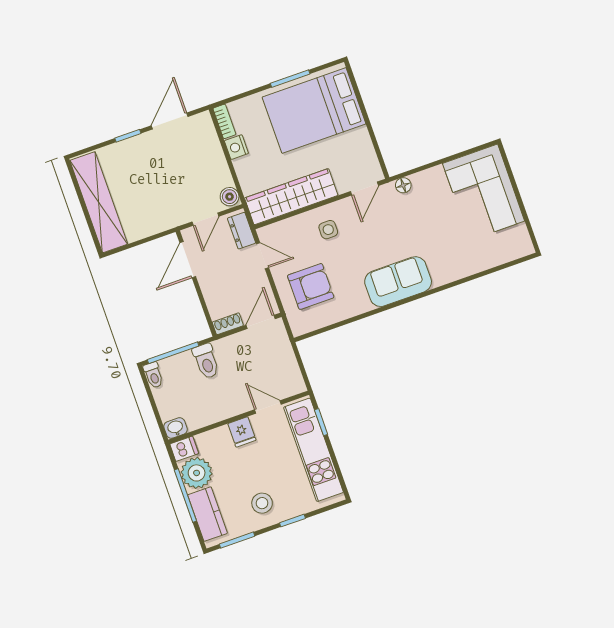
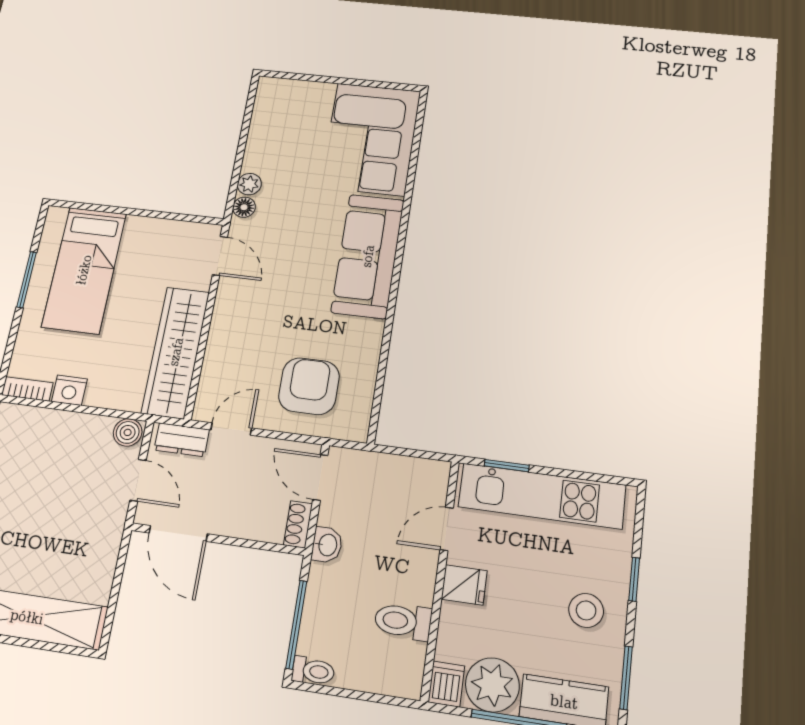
bed: (314, 111) -> (84, 270), width x0.67
plant: (420, 180) -> (249, 184), added
corner sofa: (484, 192) -> (371, 139), moved, turned 90
side table: (328, 230) -> (246, 326), removed
sofa: (398, 282) -> (368, 256), width x1.36
toilet: (206, 361) -> (403, 621), moved, turned 180
washbasin: (176, 428) -> (327, 545), moved, turned 180

